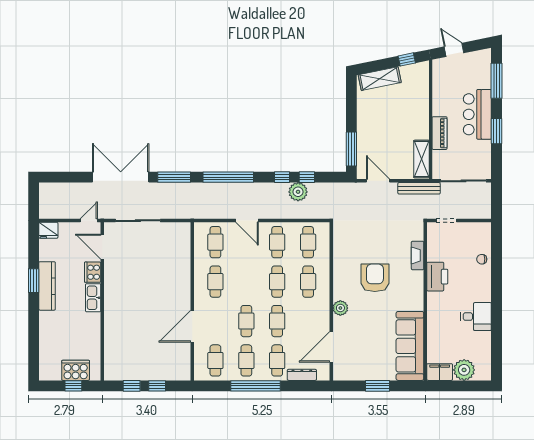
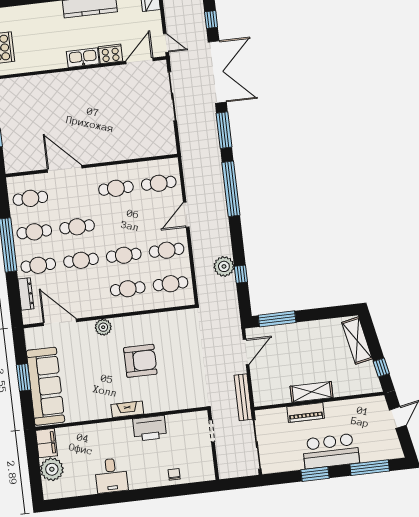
shelving: (421, 159) -> (312, 392), moved
window: (282, 177) -> (211, 19), moved
fireplace: (418, 255) -> (127, 409), moved
sofa: (410, 346) -> (46, 386), moved, turned 90

